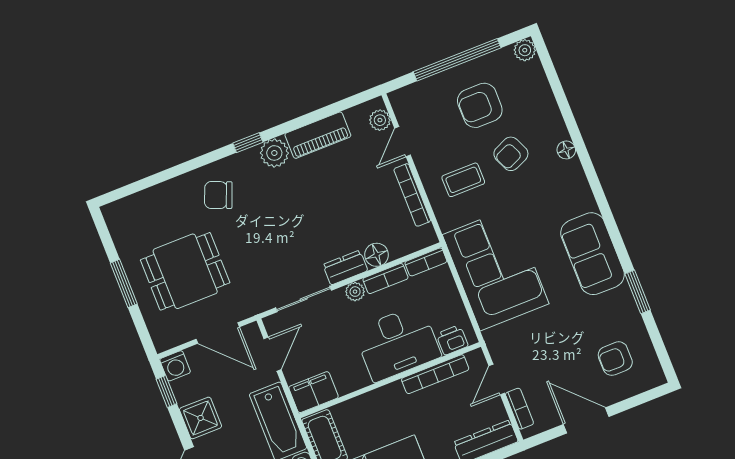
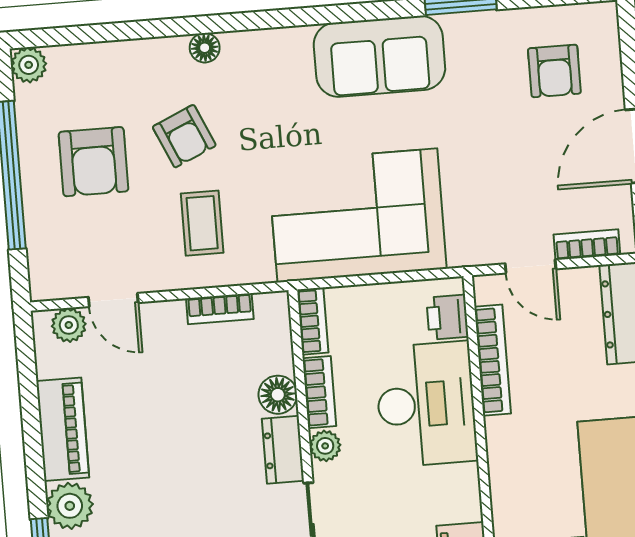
bookcase: (412, 195) -> (220, 309), width x0.64

